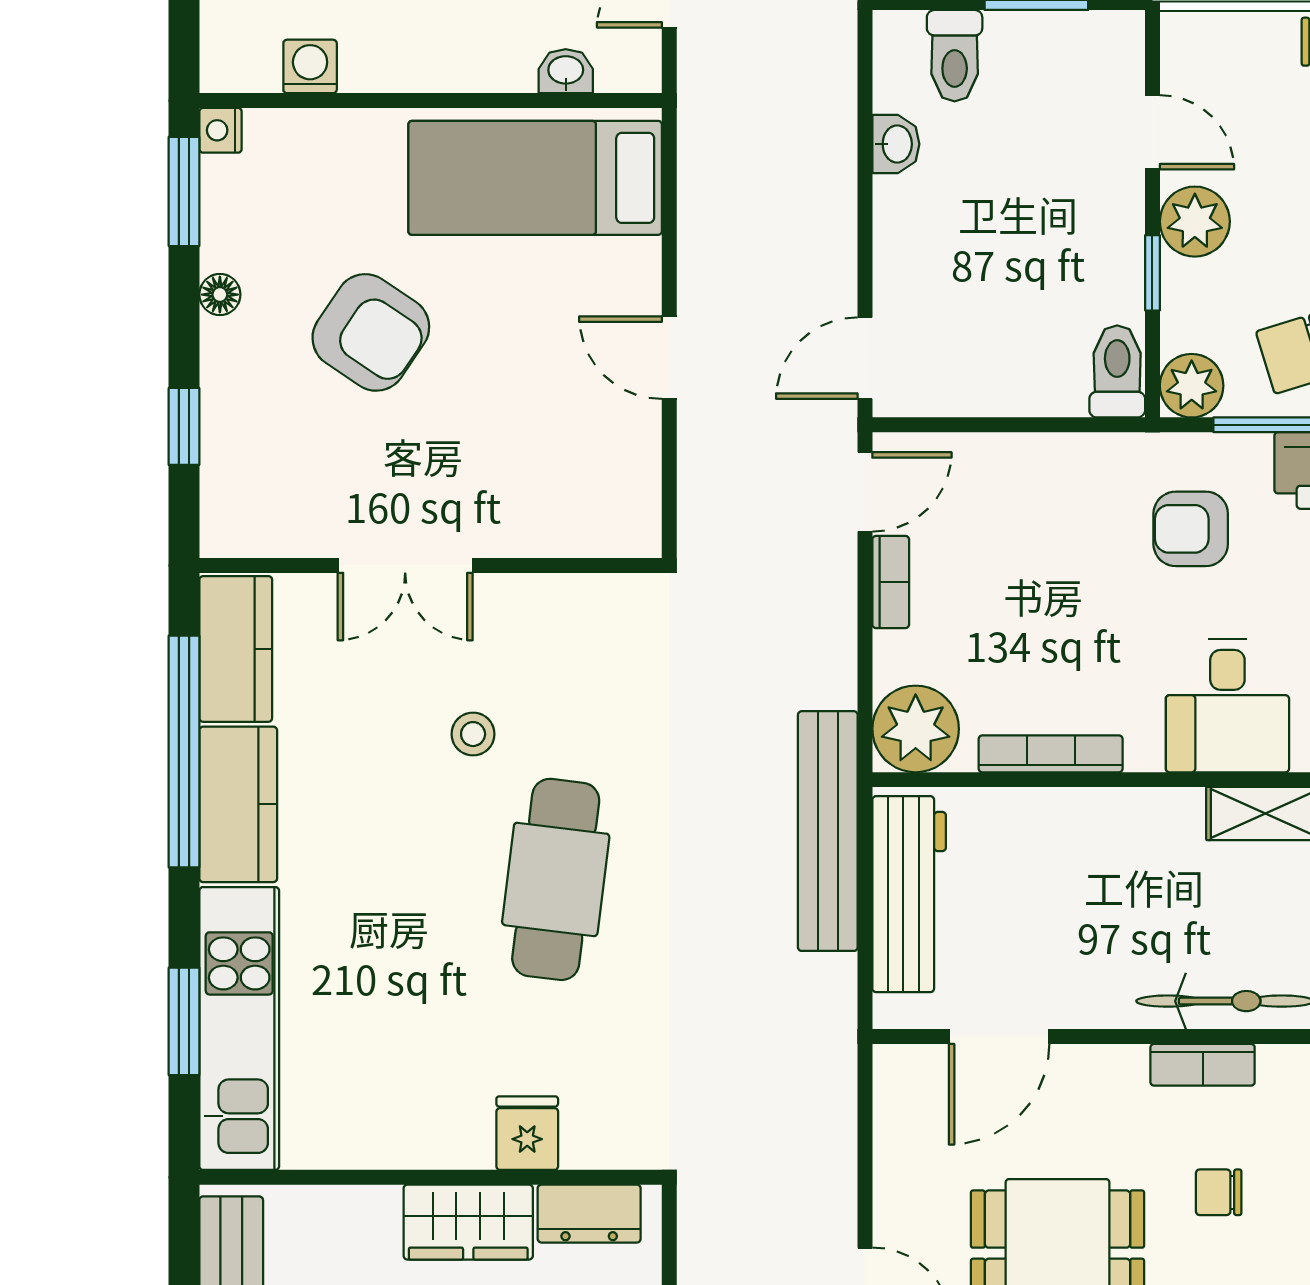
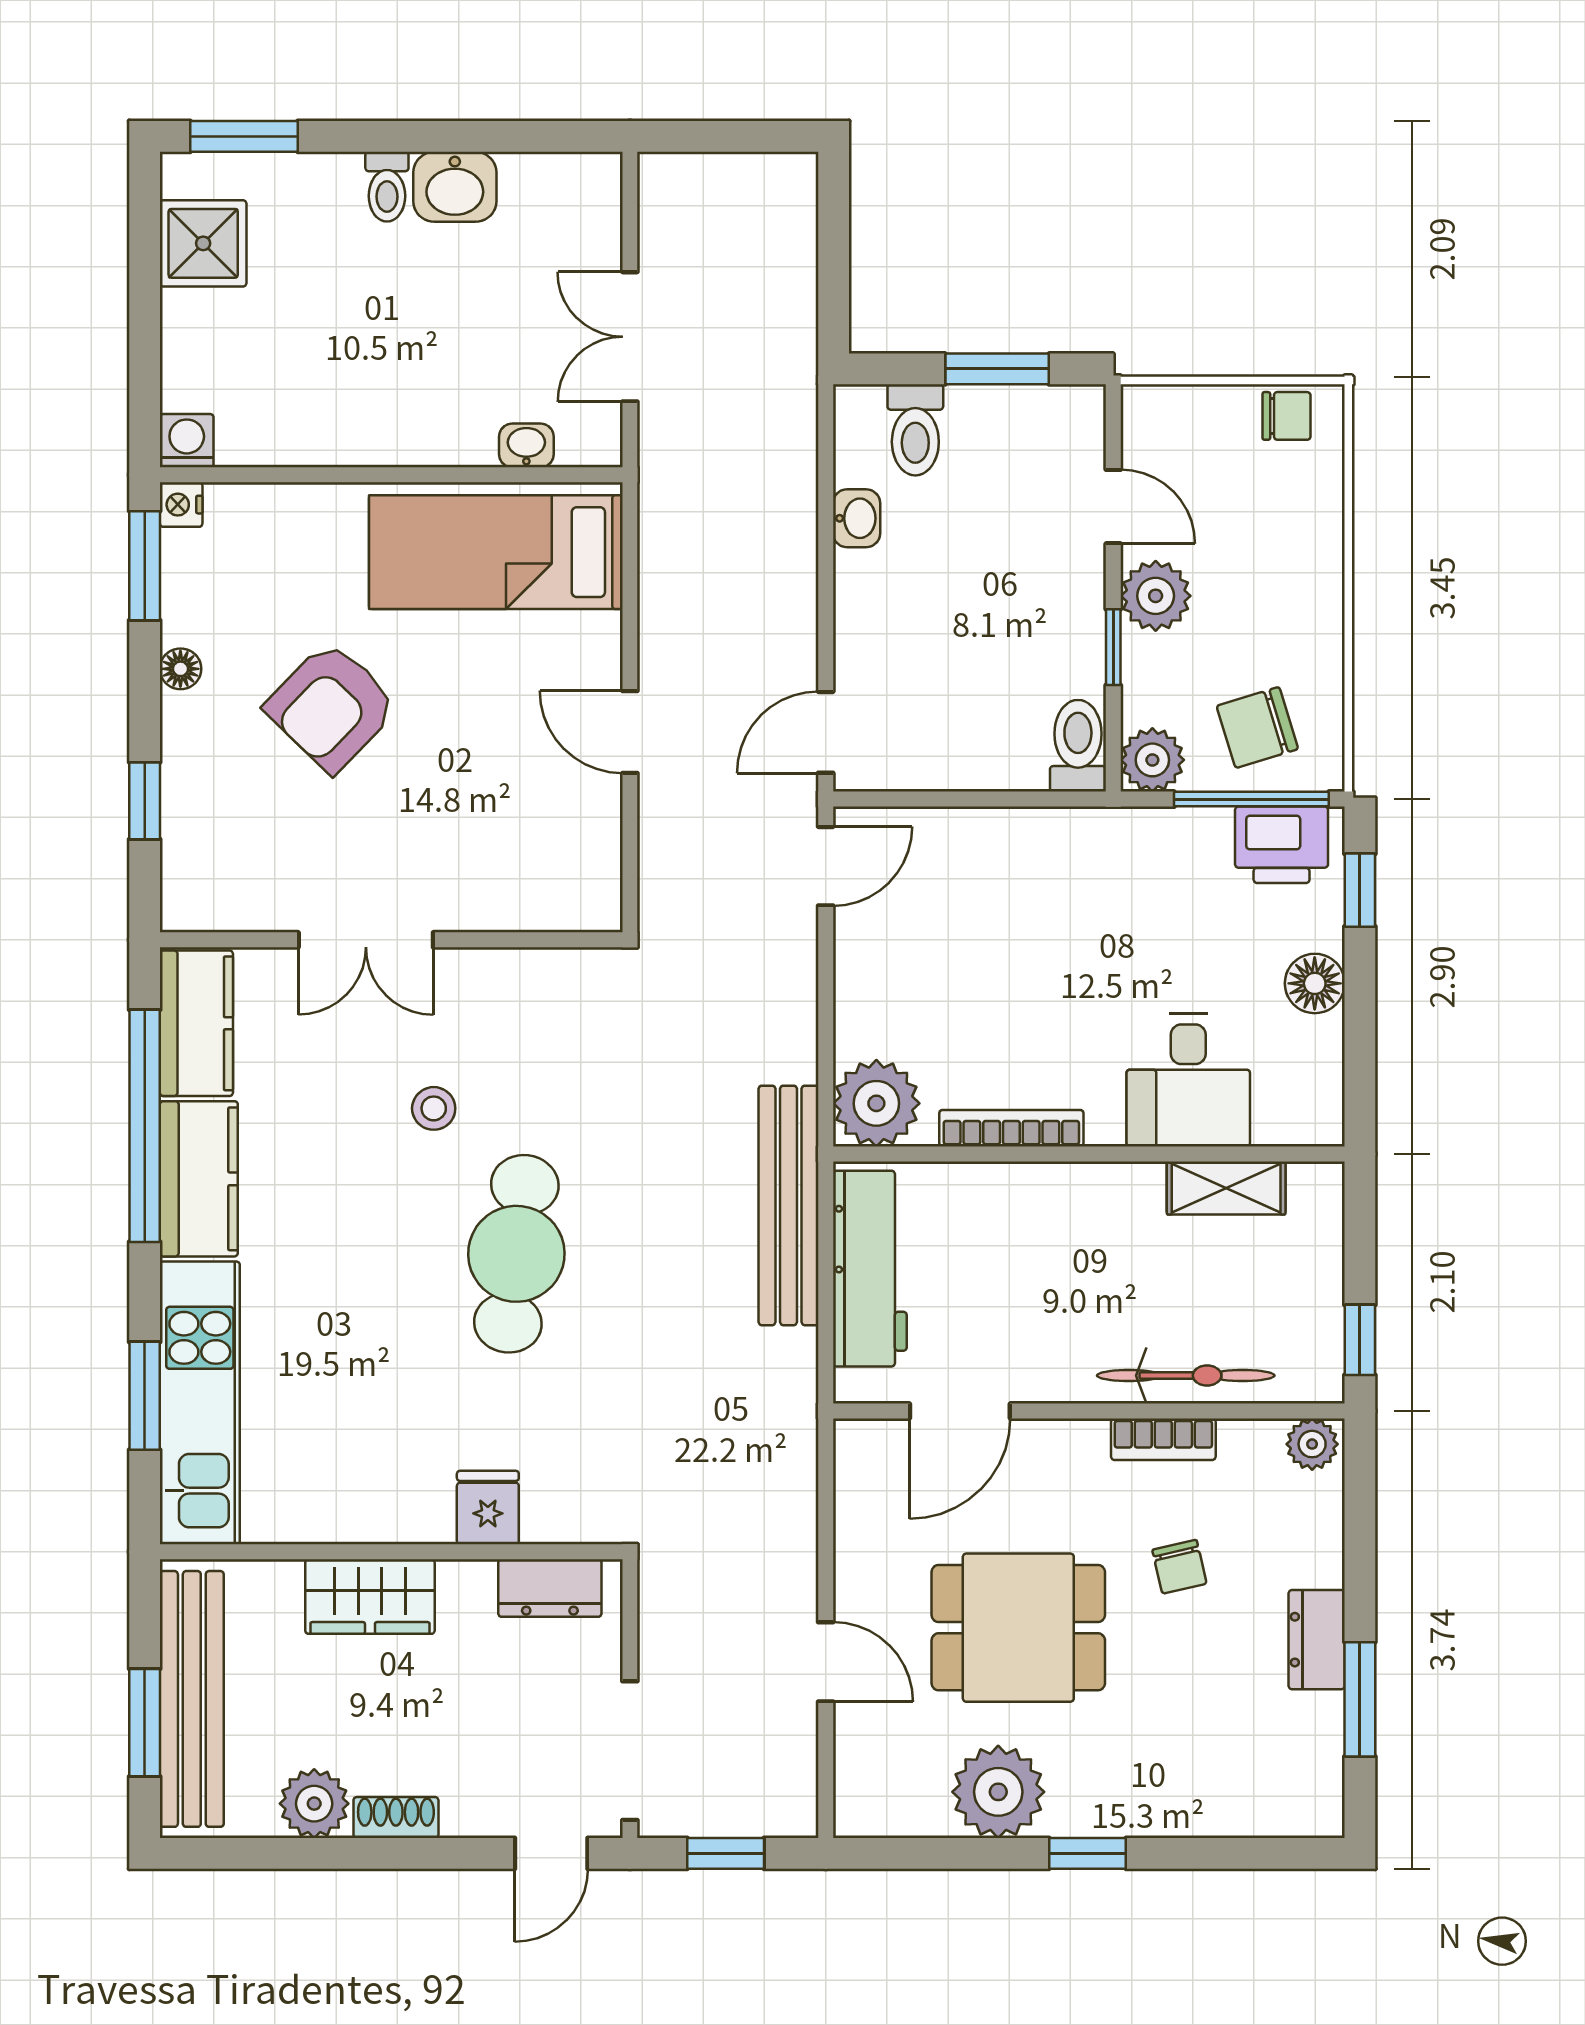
washing machine: (310, 66) -> (187, 441), moved
armchair: (371, 332) -> (331, 707), turned 100
armchair: (1191, 529) -> (1152, 903), removed
bookcase: (891, 582) -> (851, 956), removed
chair: (1219, 1192) -> (1179, 1567), turned -103
wardrobe: (468, 1222) -> (370, 1597), moved

